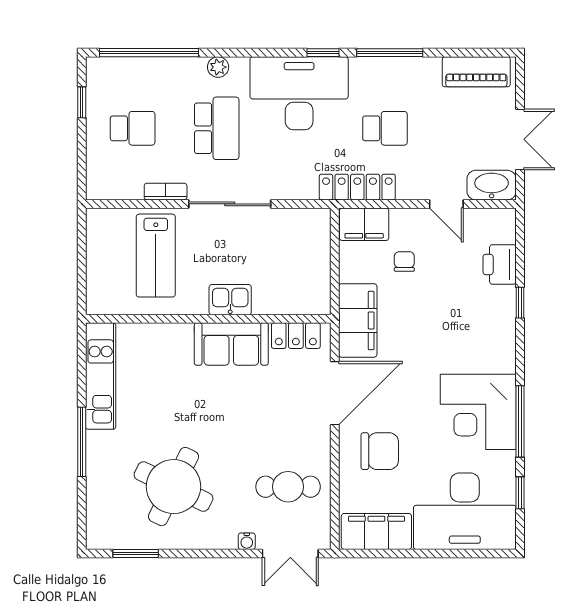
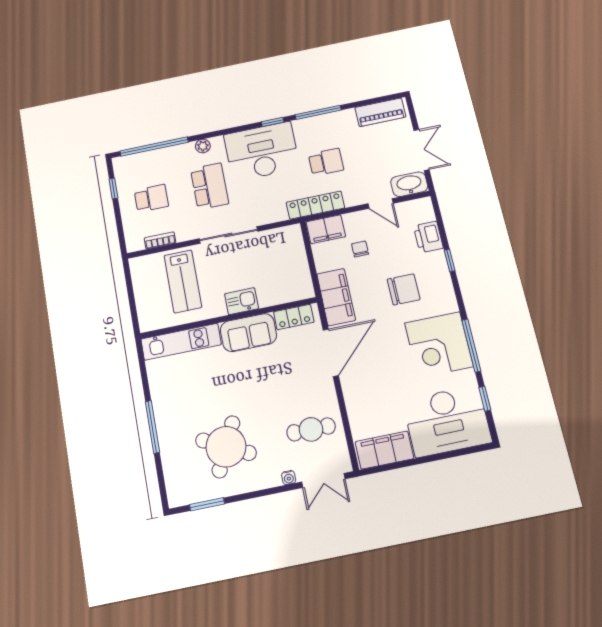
bookcase: (166, 192) -> (160, 240), moved
kitchen unit: (101, 376) -> (181, 342), moved, turned 90
chair: (380, 451) -> (404, 289), moved

